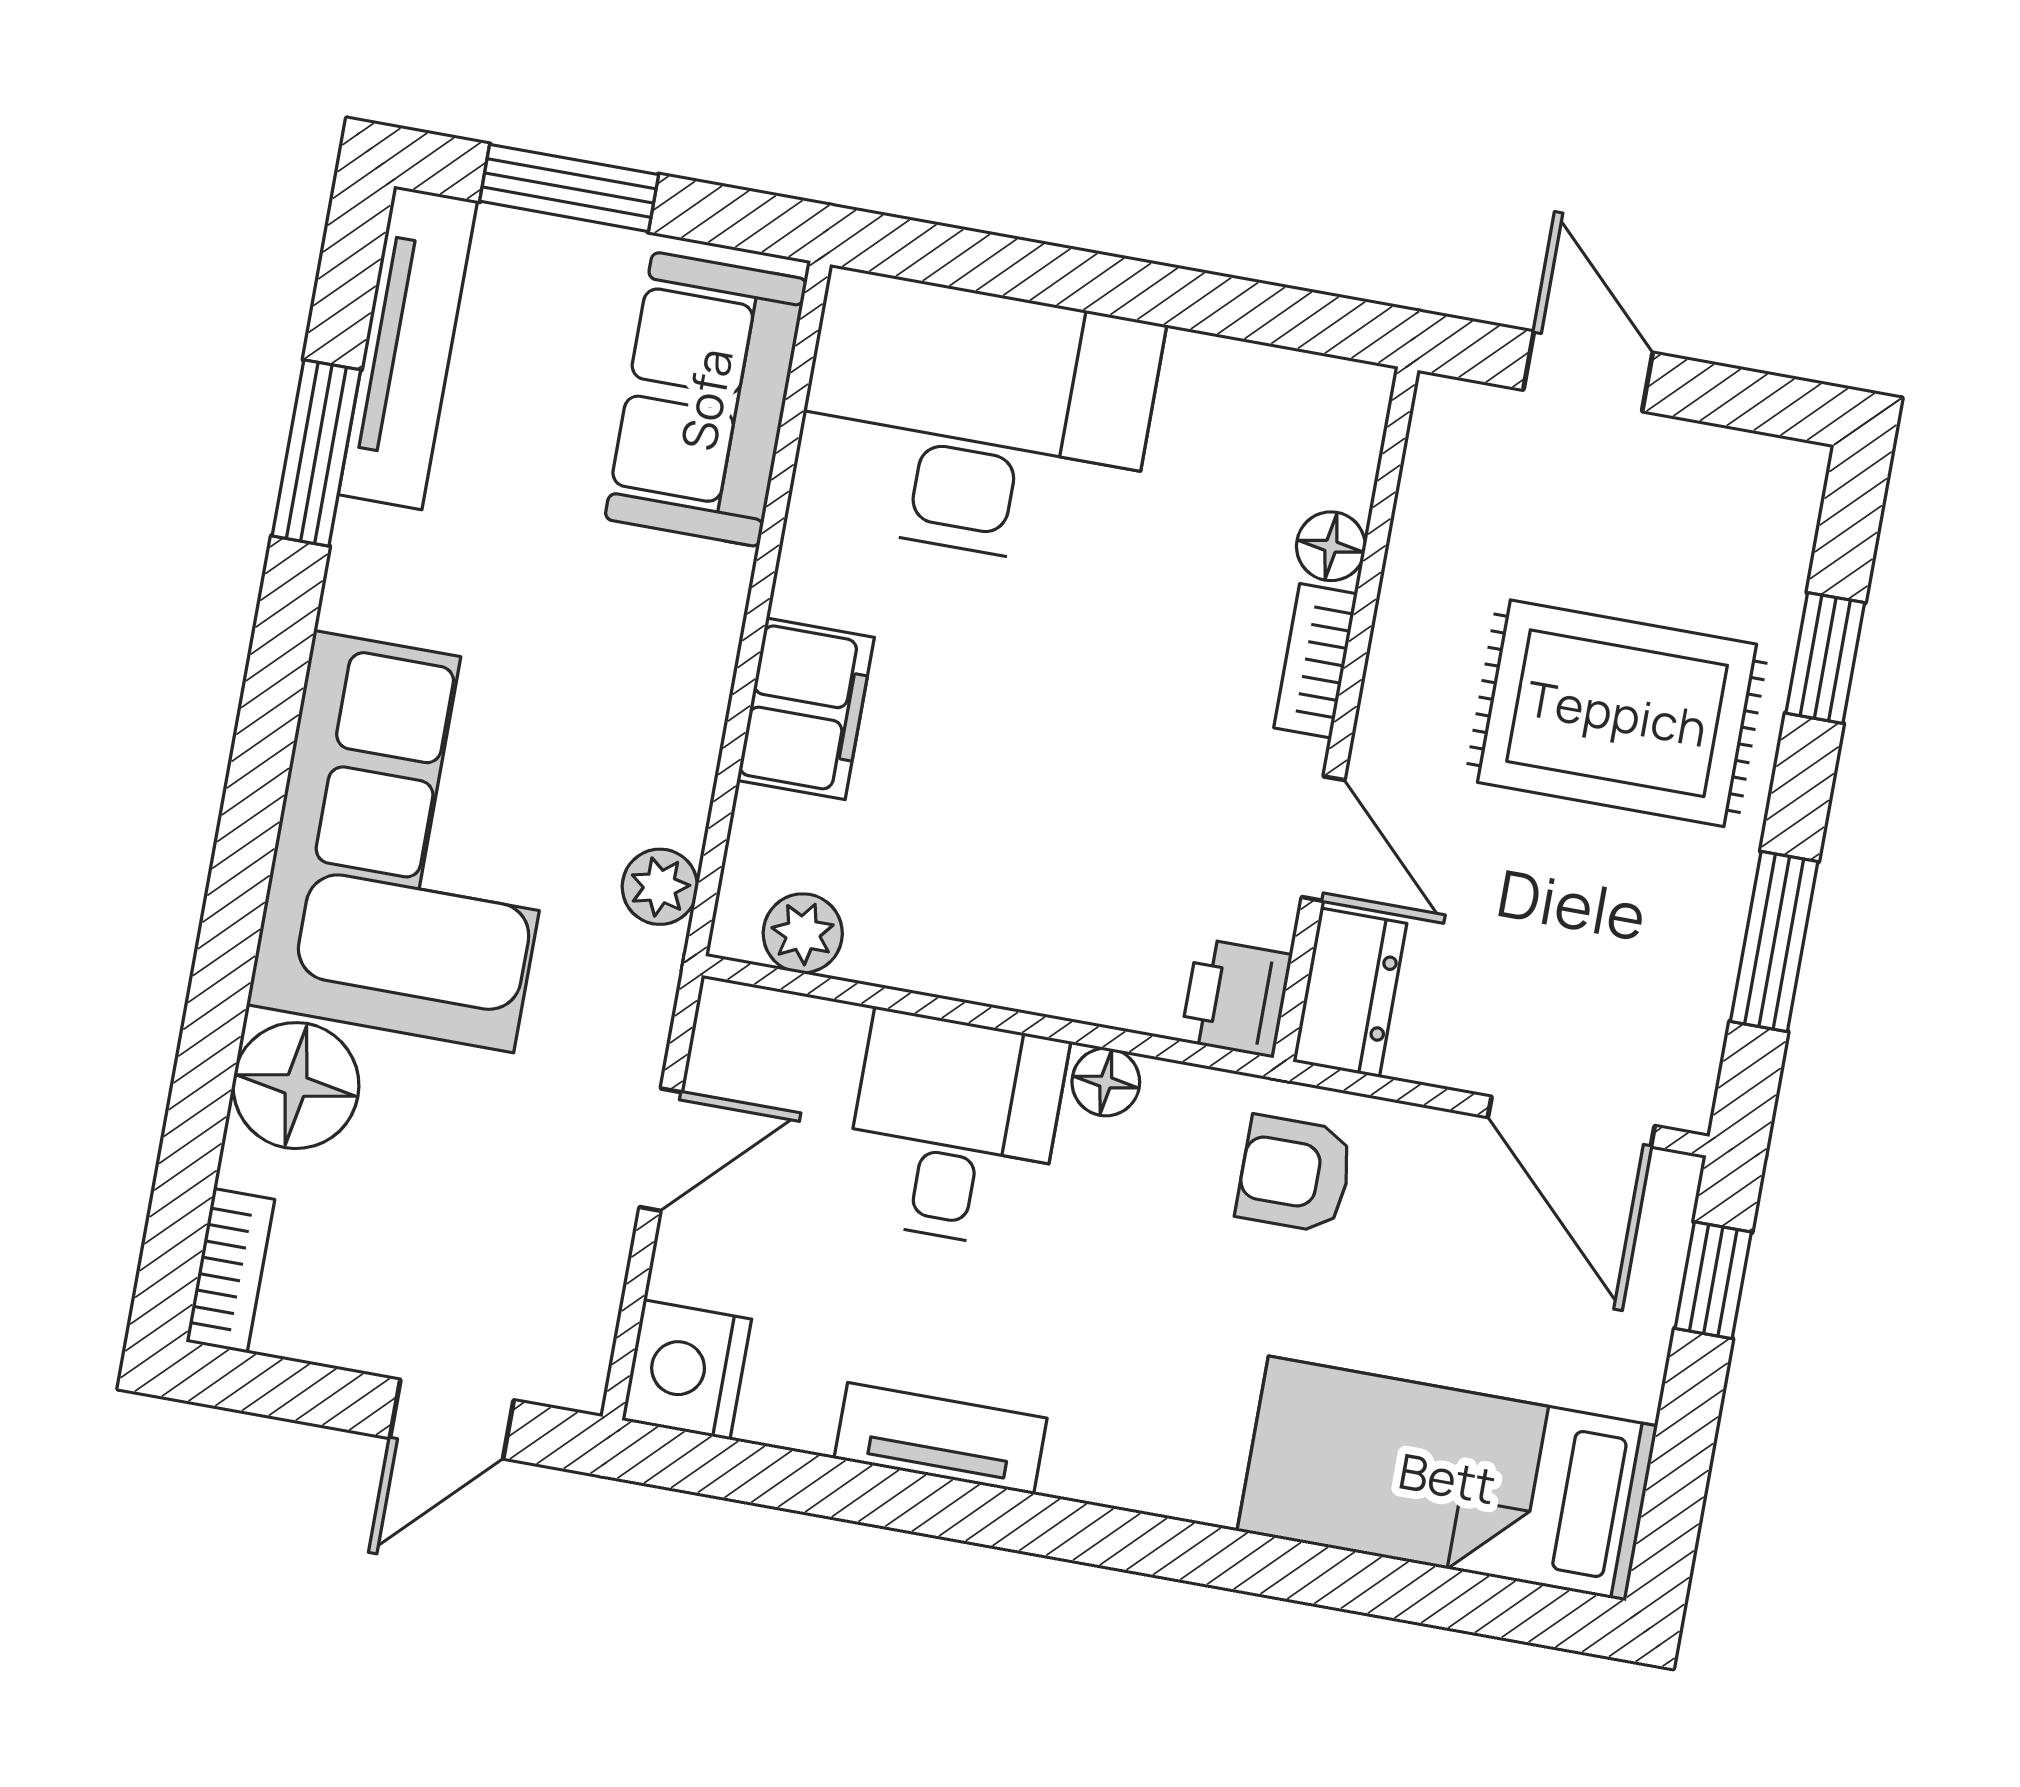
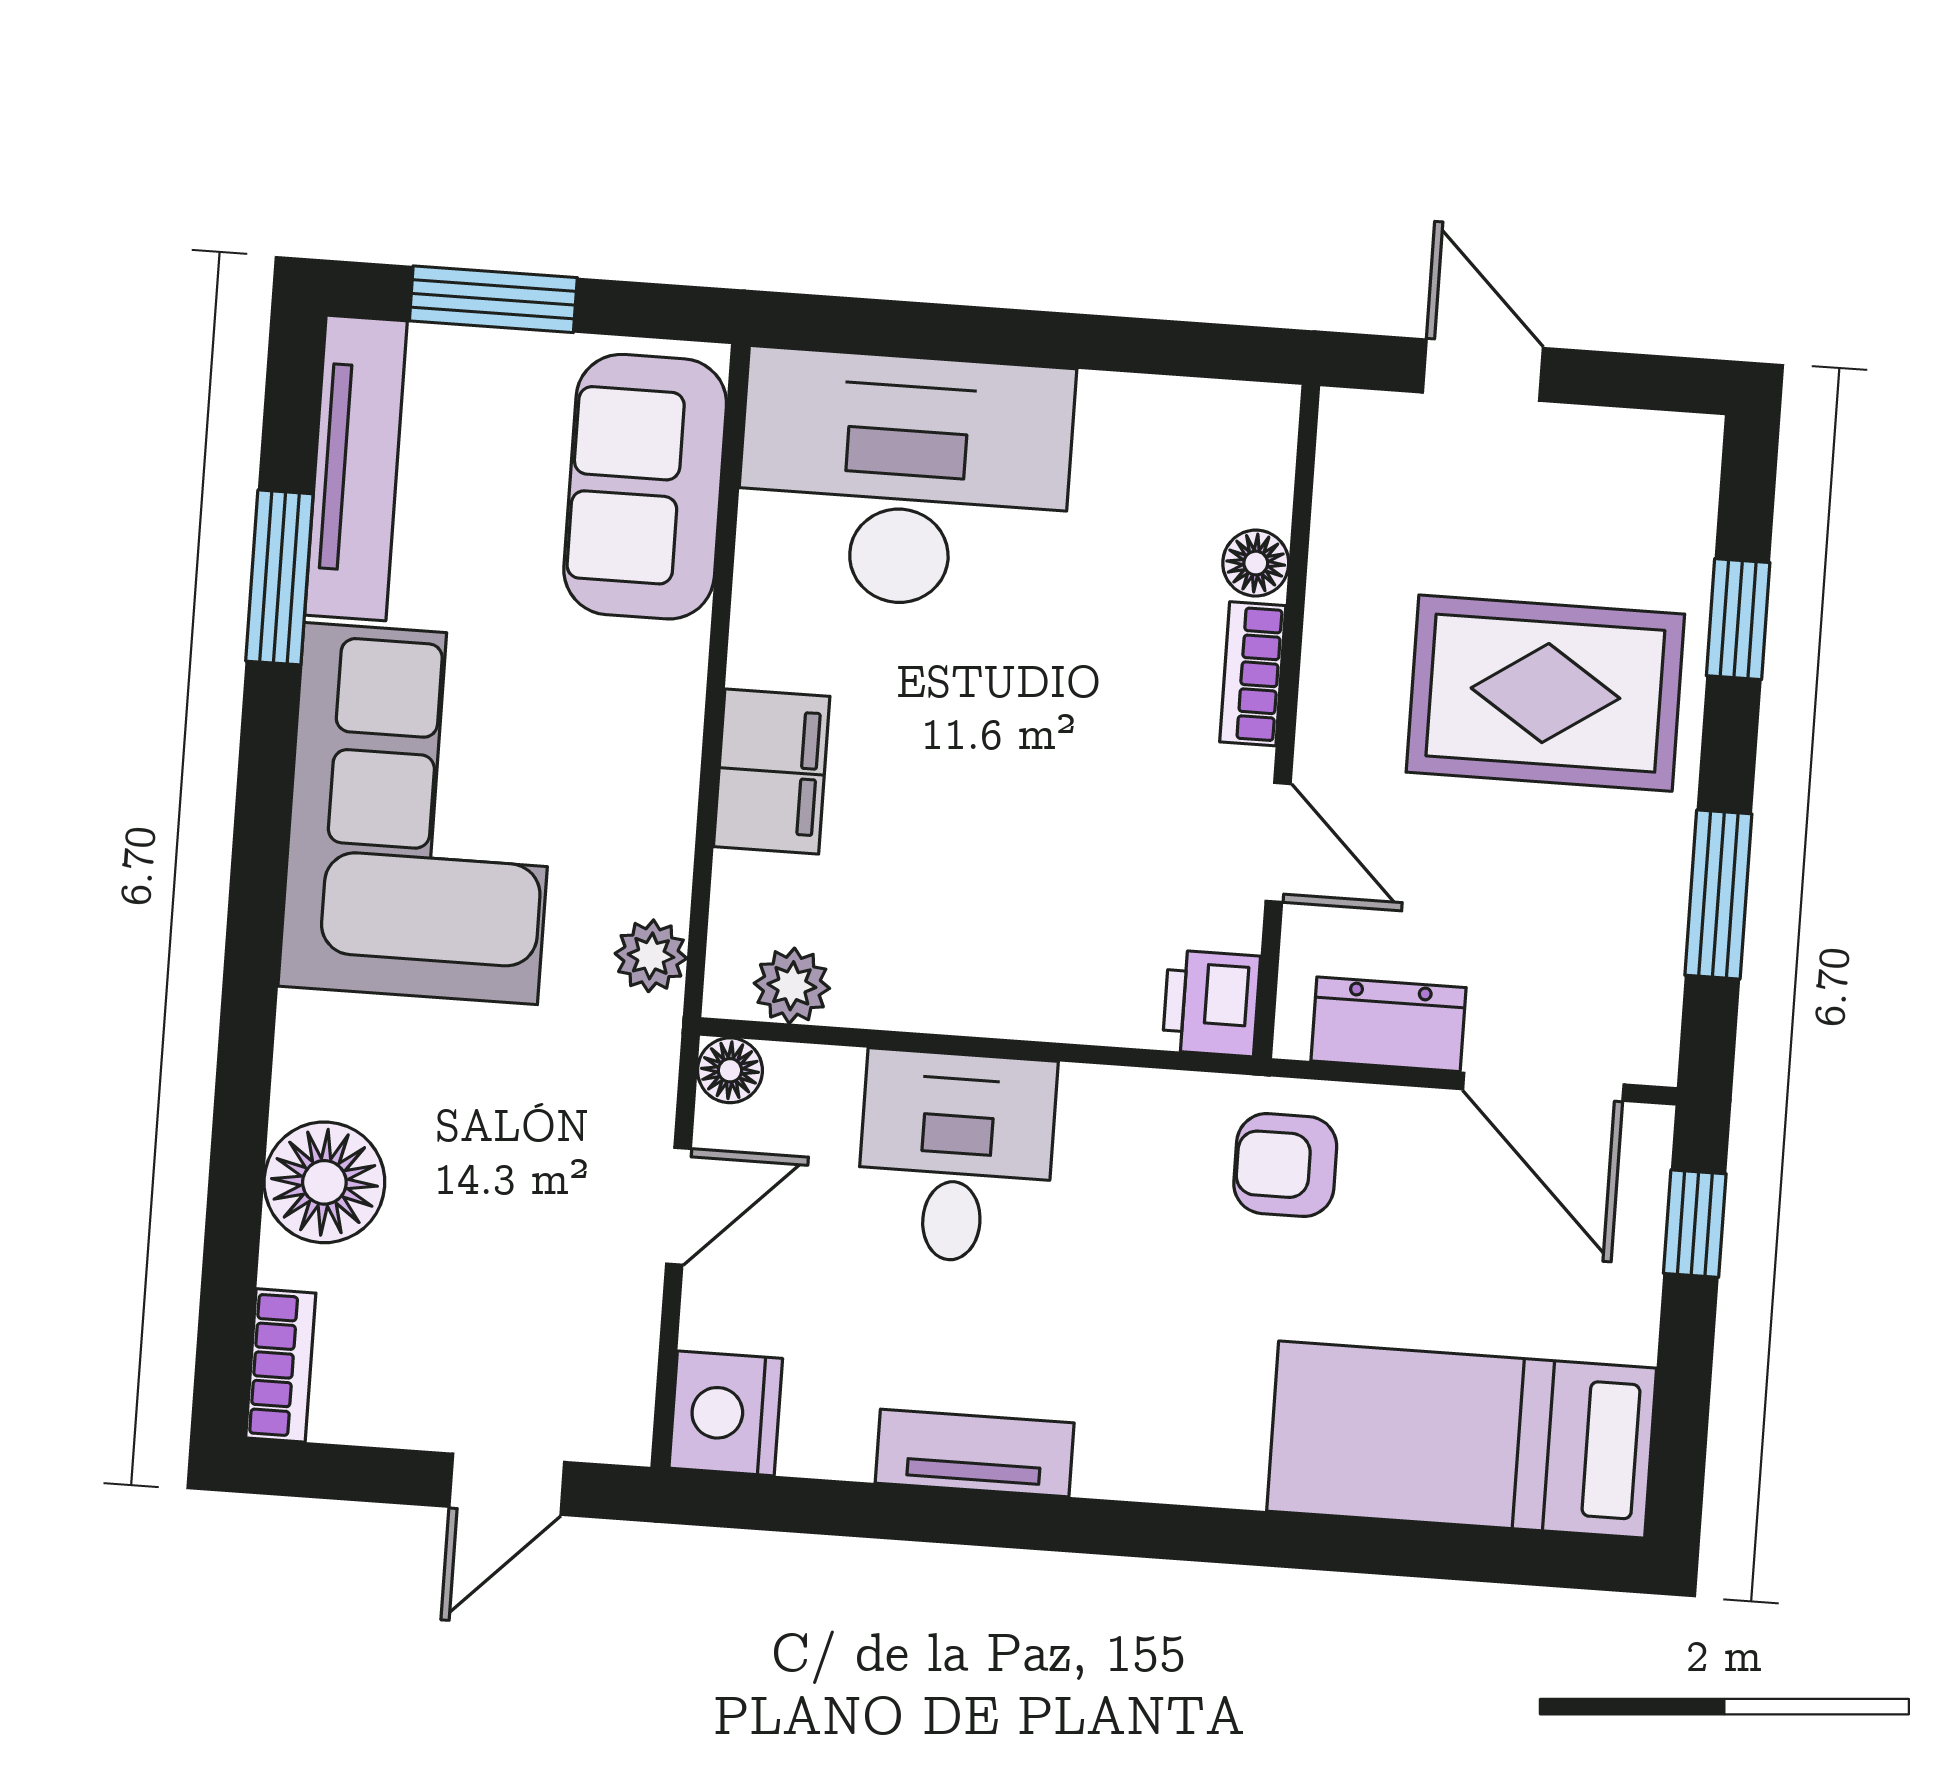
corner sofa: (414, 842) -> (421, 814), moved
dresser: (1350, 993) -> (1389, 1024), moved, turned -90
floor lamp: (1106, 1082) -> (730, 1070), moved

